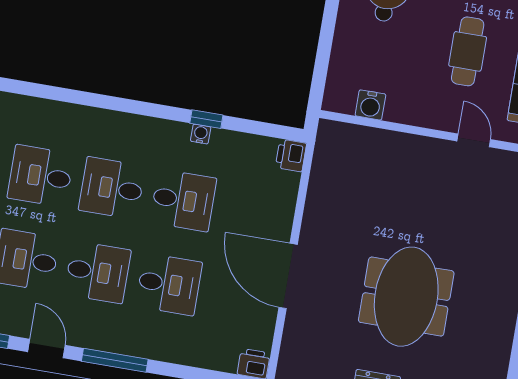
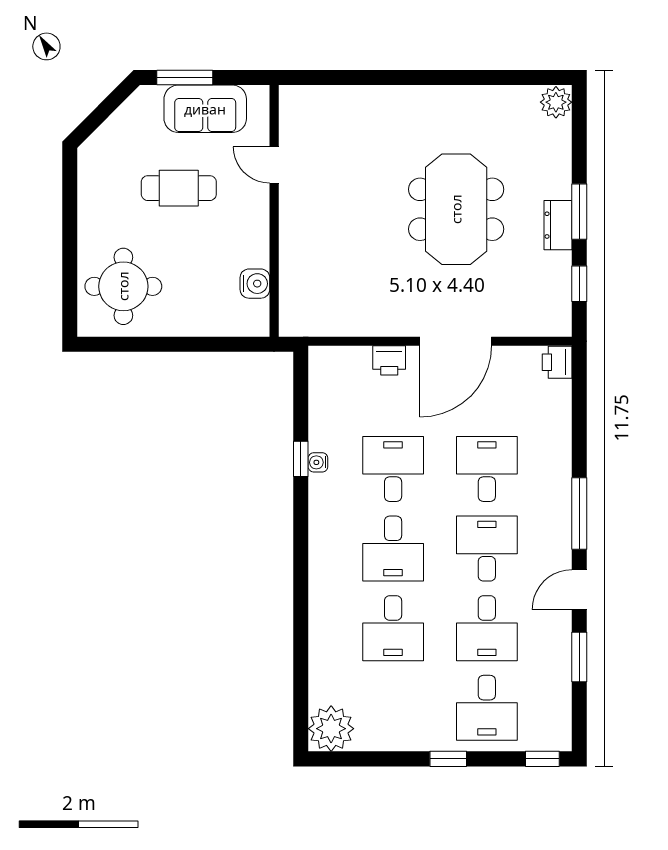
door: (474, 140) -> (274, 165), hinge flipped
printer: (291, 155) -> (389, 360), moved
meeting table: (406, 297) -> (456, 209), turned 90

